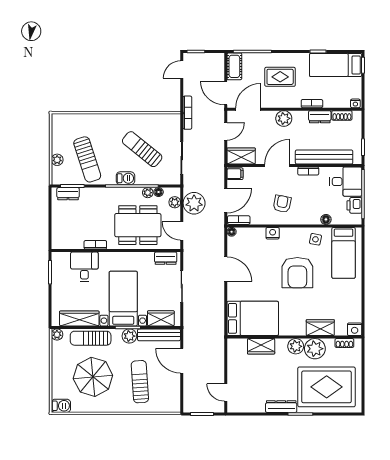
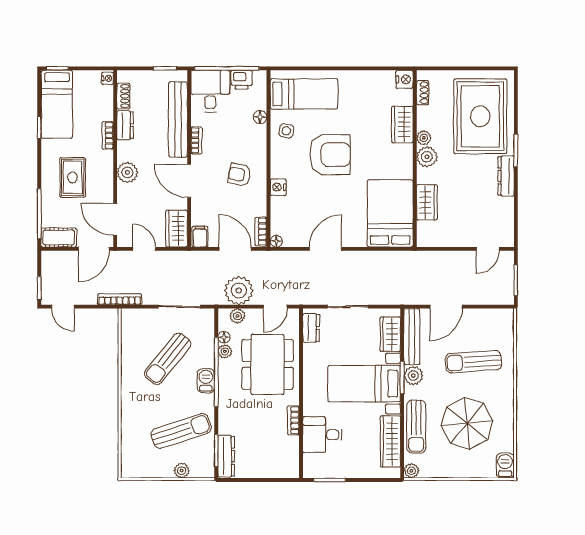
dresser: (68, 194) -> (226, 456), width x1.44
plant: (315, 349) -> (424, 138), width x0.53, depth x0.53

